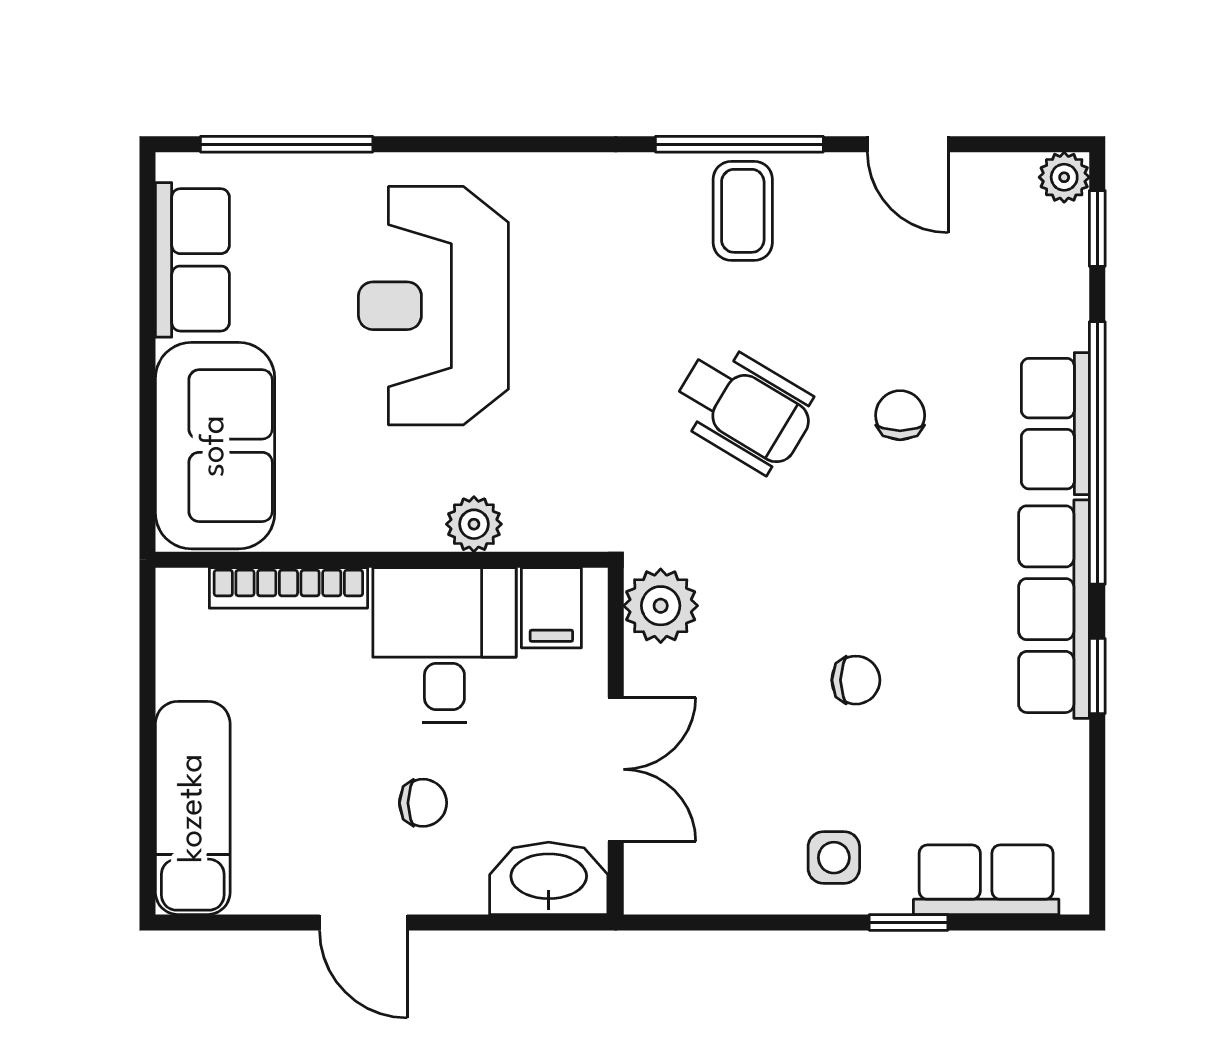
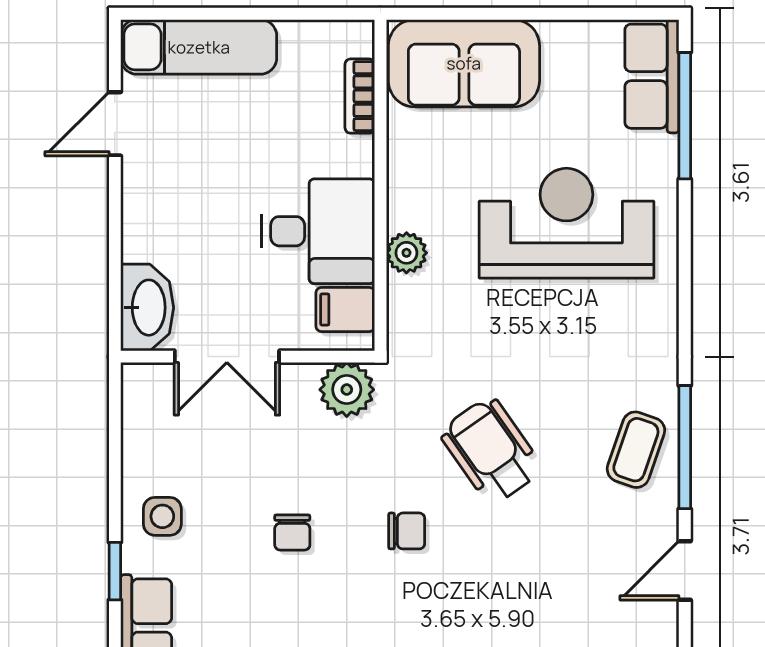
coffee table: (743, 211) -> (636, 450), turned -71
row of seats: (192, 260) -> (652, 76), moved, turned 90
wheelchair: (744, 409) -> (491, 451), turned 114
chair: (900, 415) -> (407, 531), moved
bookcase: (288, 588) -> (360, 96), width x0.64
chair: (423, 803) -> (202, 216), removed
door: (363, 922) -> (115, 124), moved

